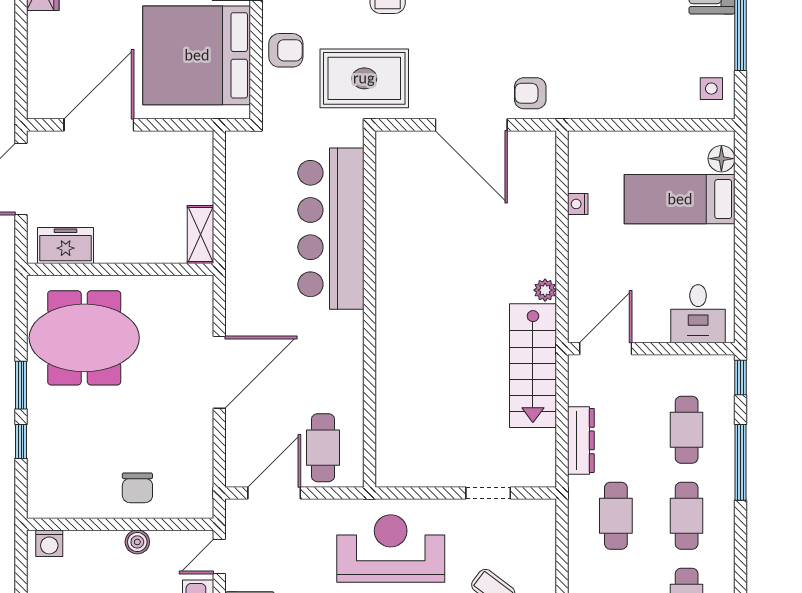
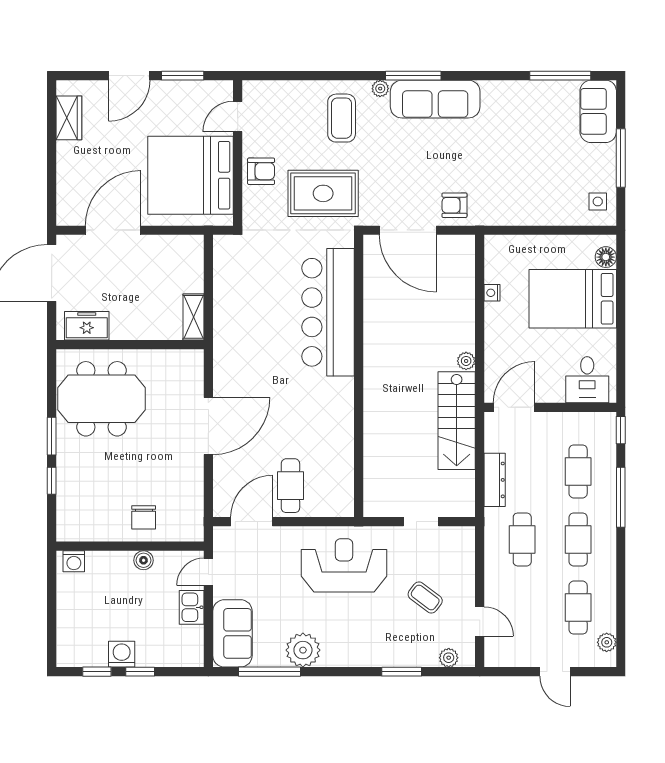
bed: (680, 199) -> (573, 299), width x1.50
bar counter: (331, 229) -> (328, 312), moved
wall: (369, 309) -> (359, 376), moved

